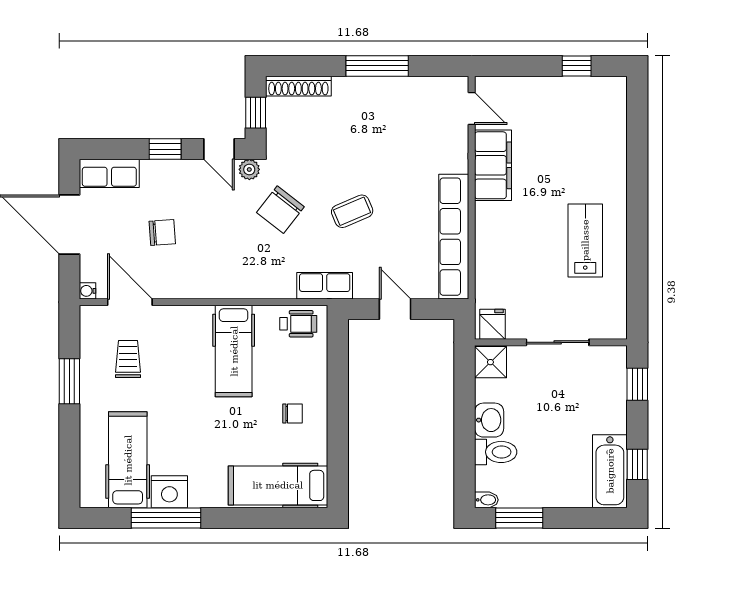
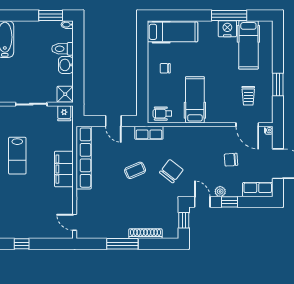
shoe rack: (298, 86) -> (145, 234), moved
filing cabinet: (493, 165) -> (64, 169), moved
plant: (249, 169) -> (220, 191), moved

